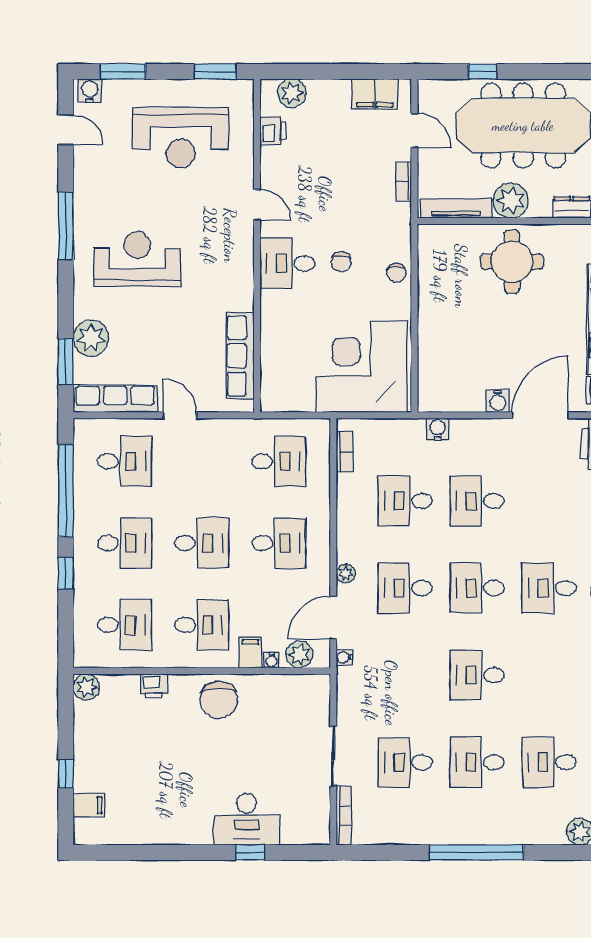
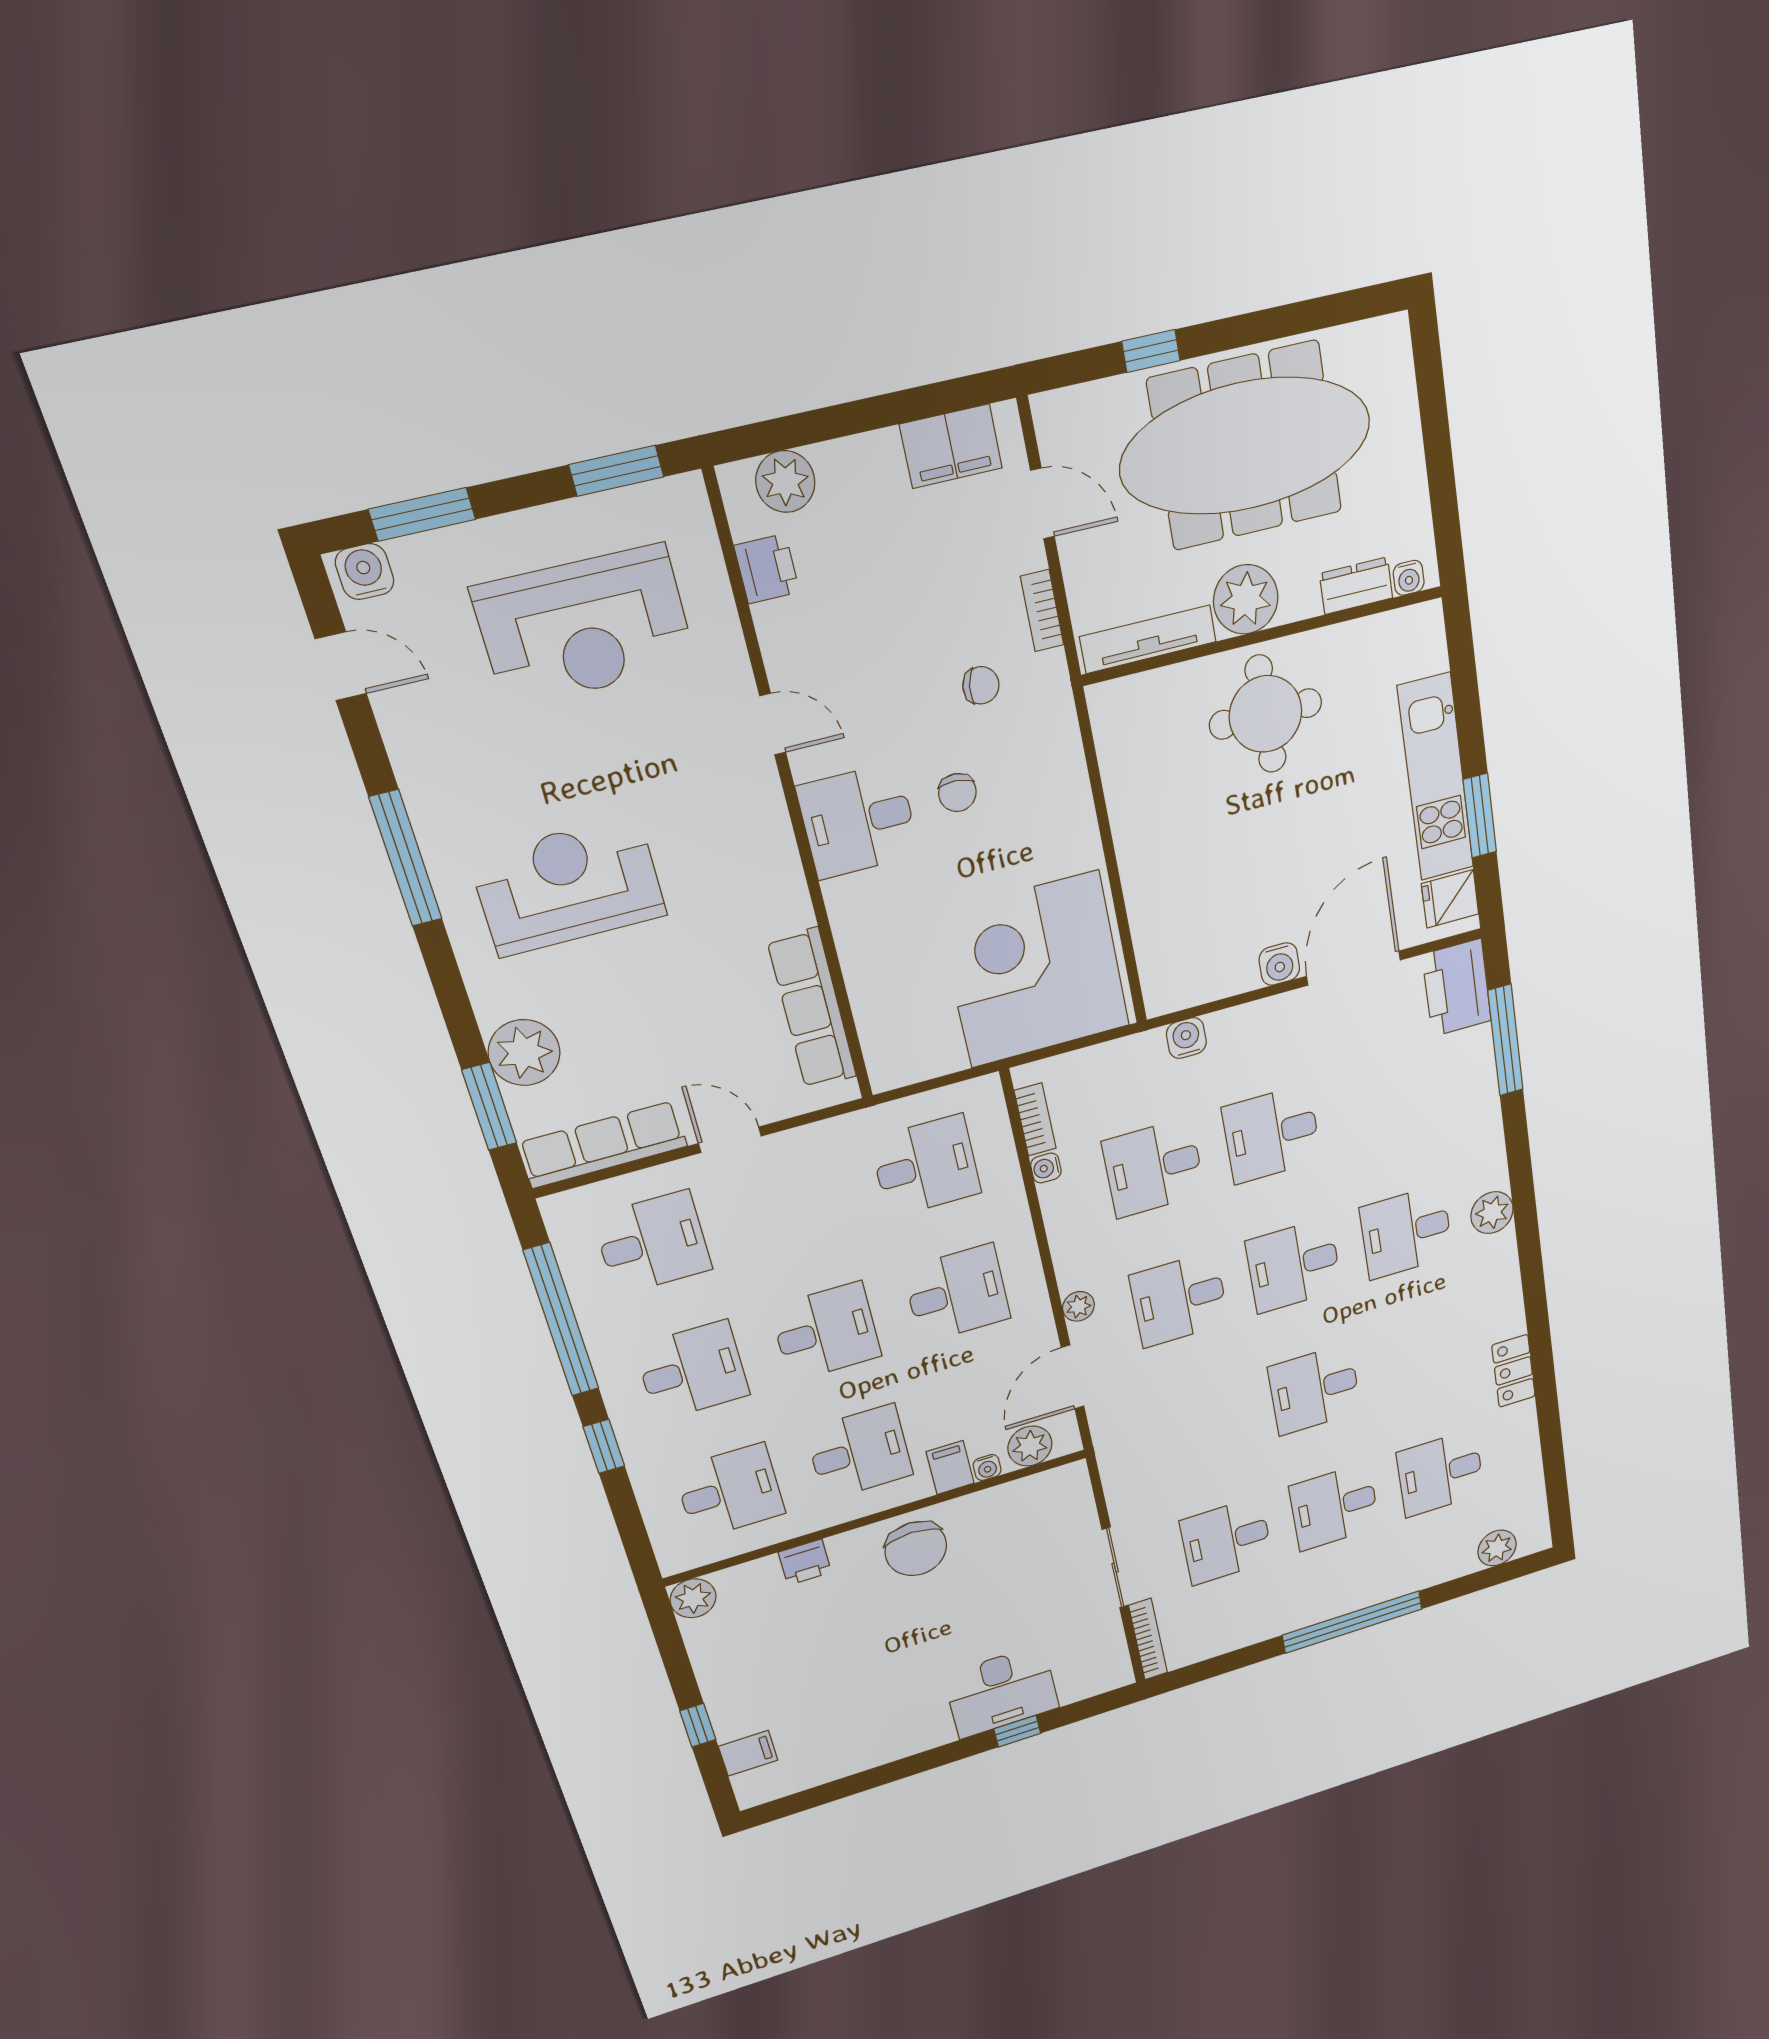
chair: (396, 273) -> (981, 685), moved, turned -81
water cooler: (344, 657) -> (1046, 1168), moved

